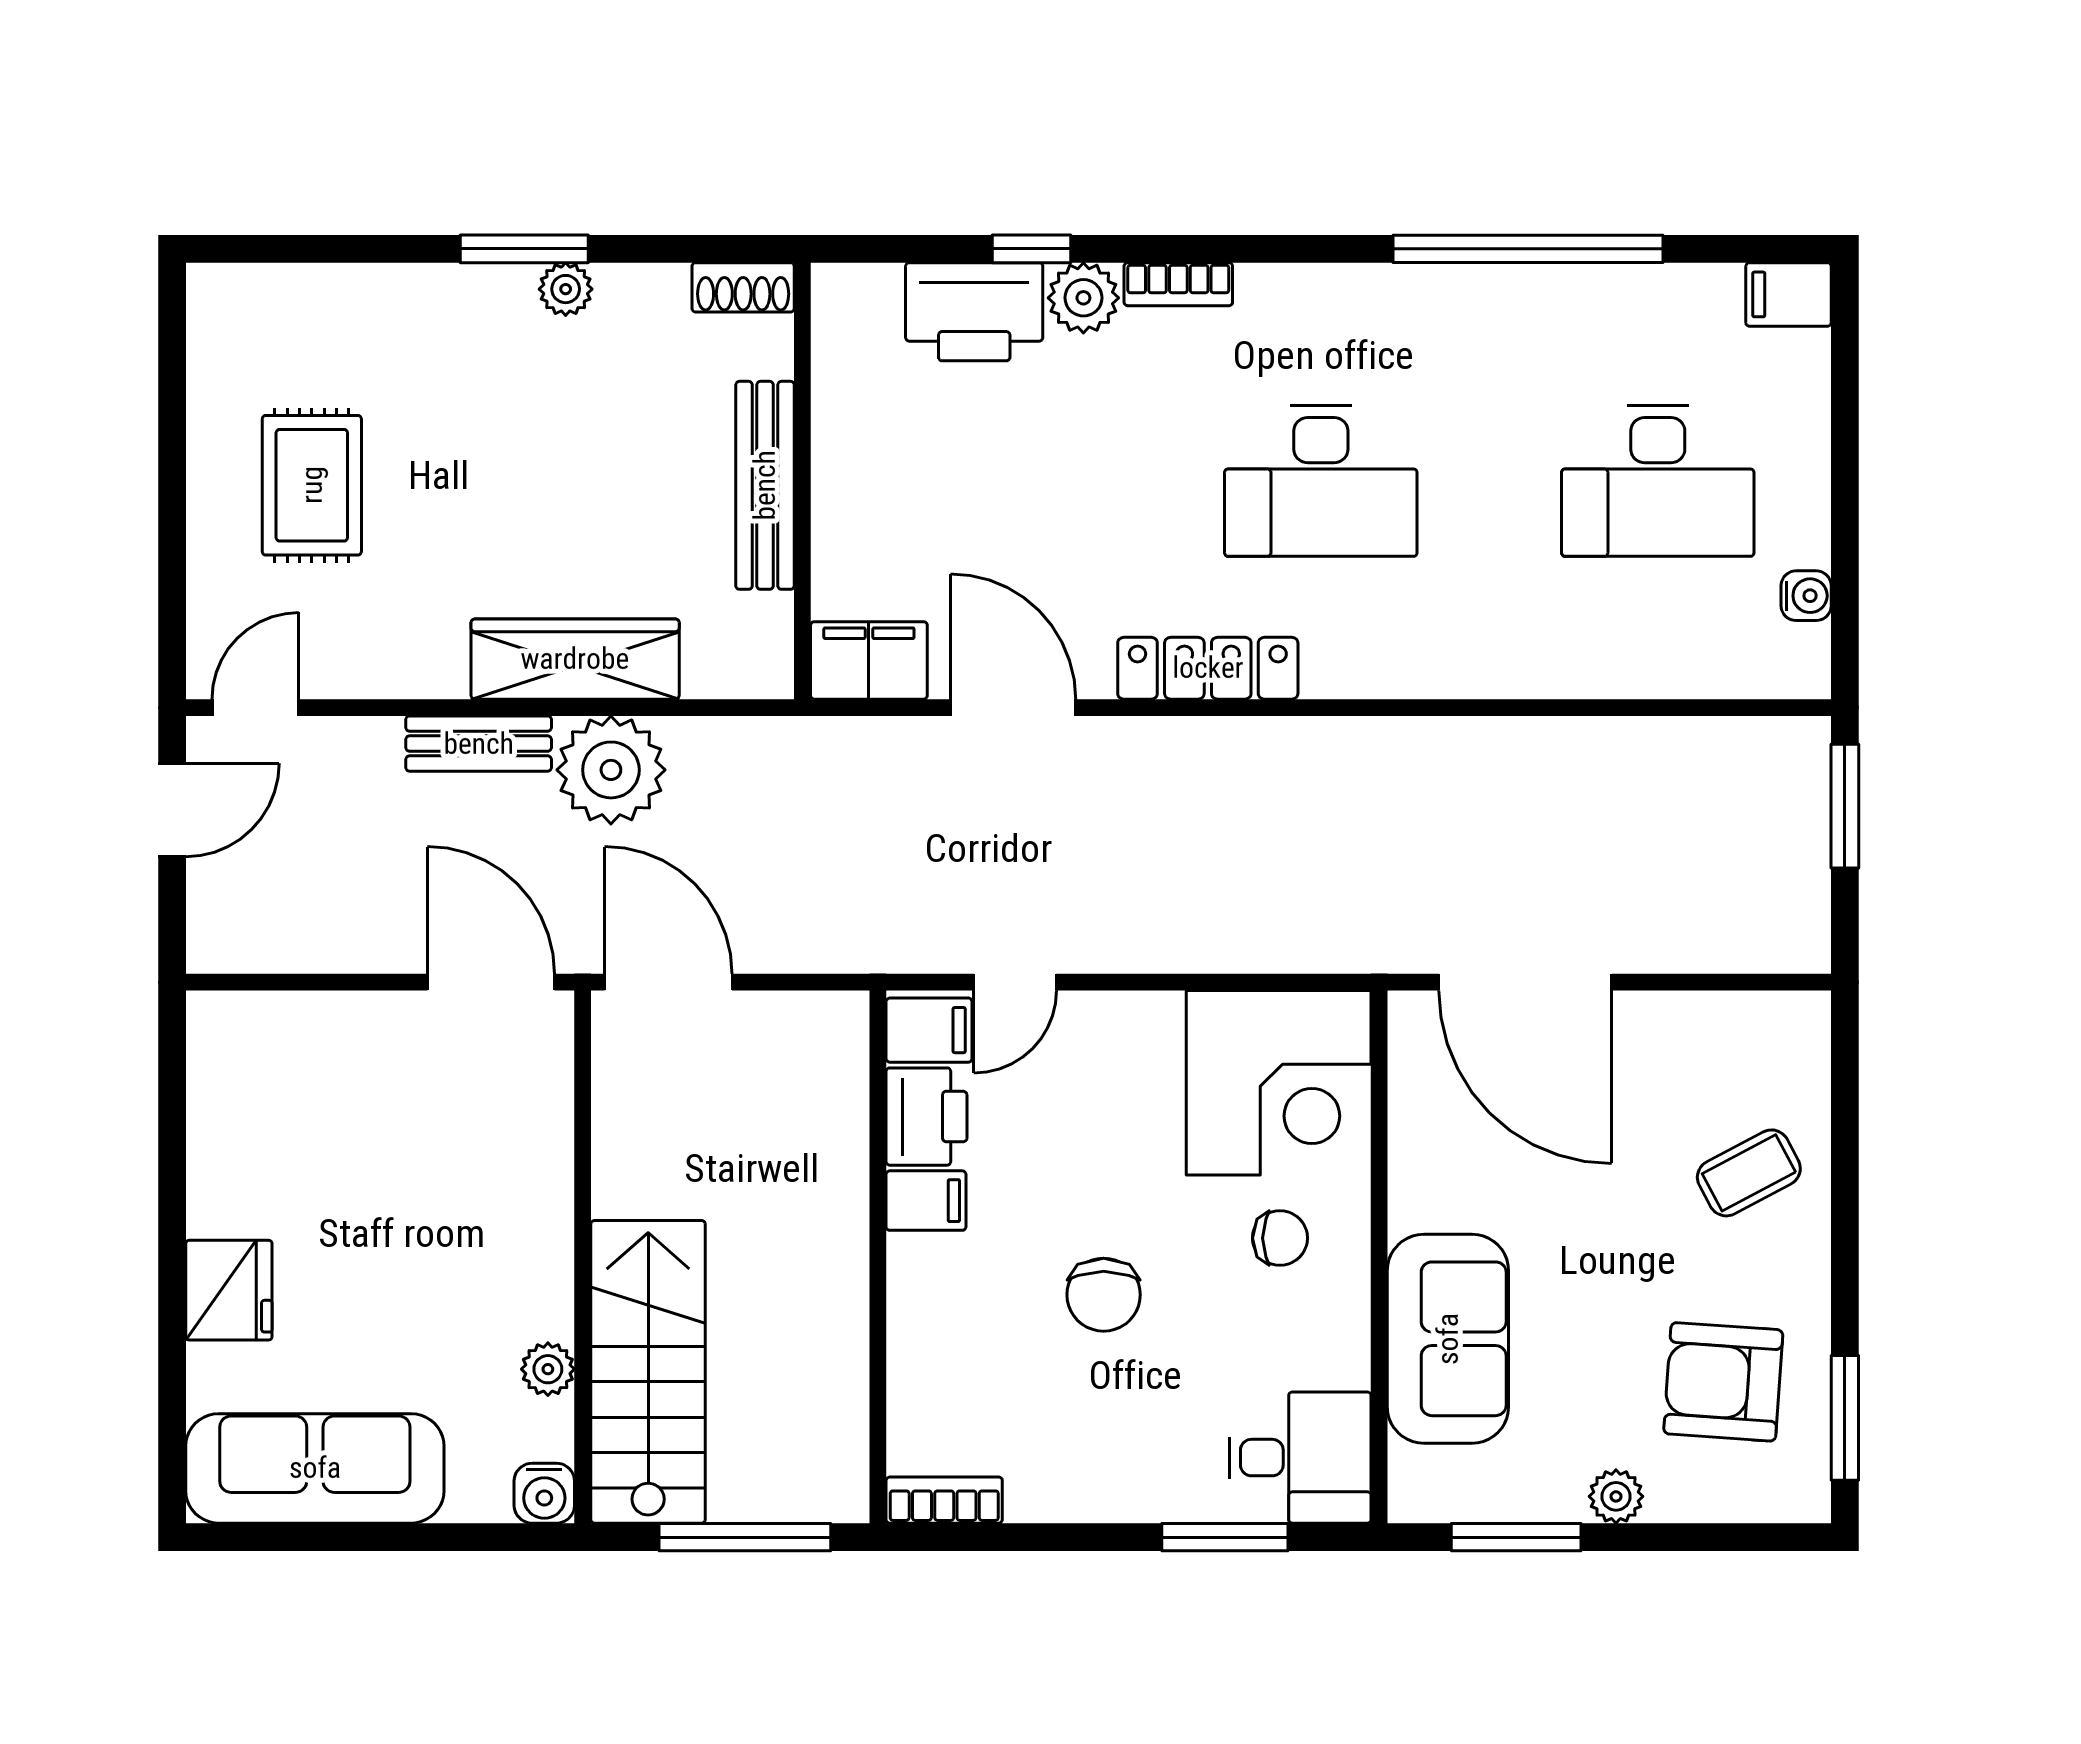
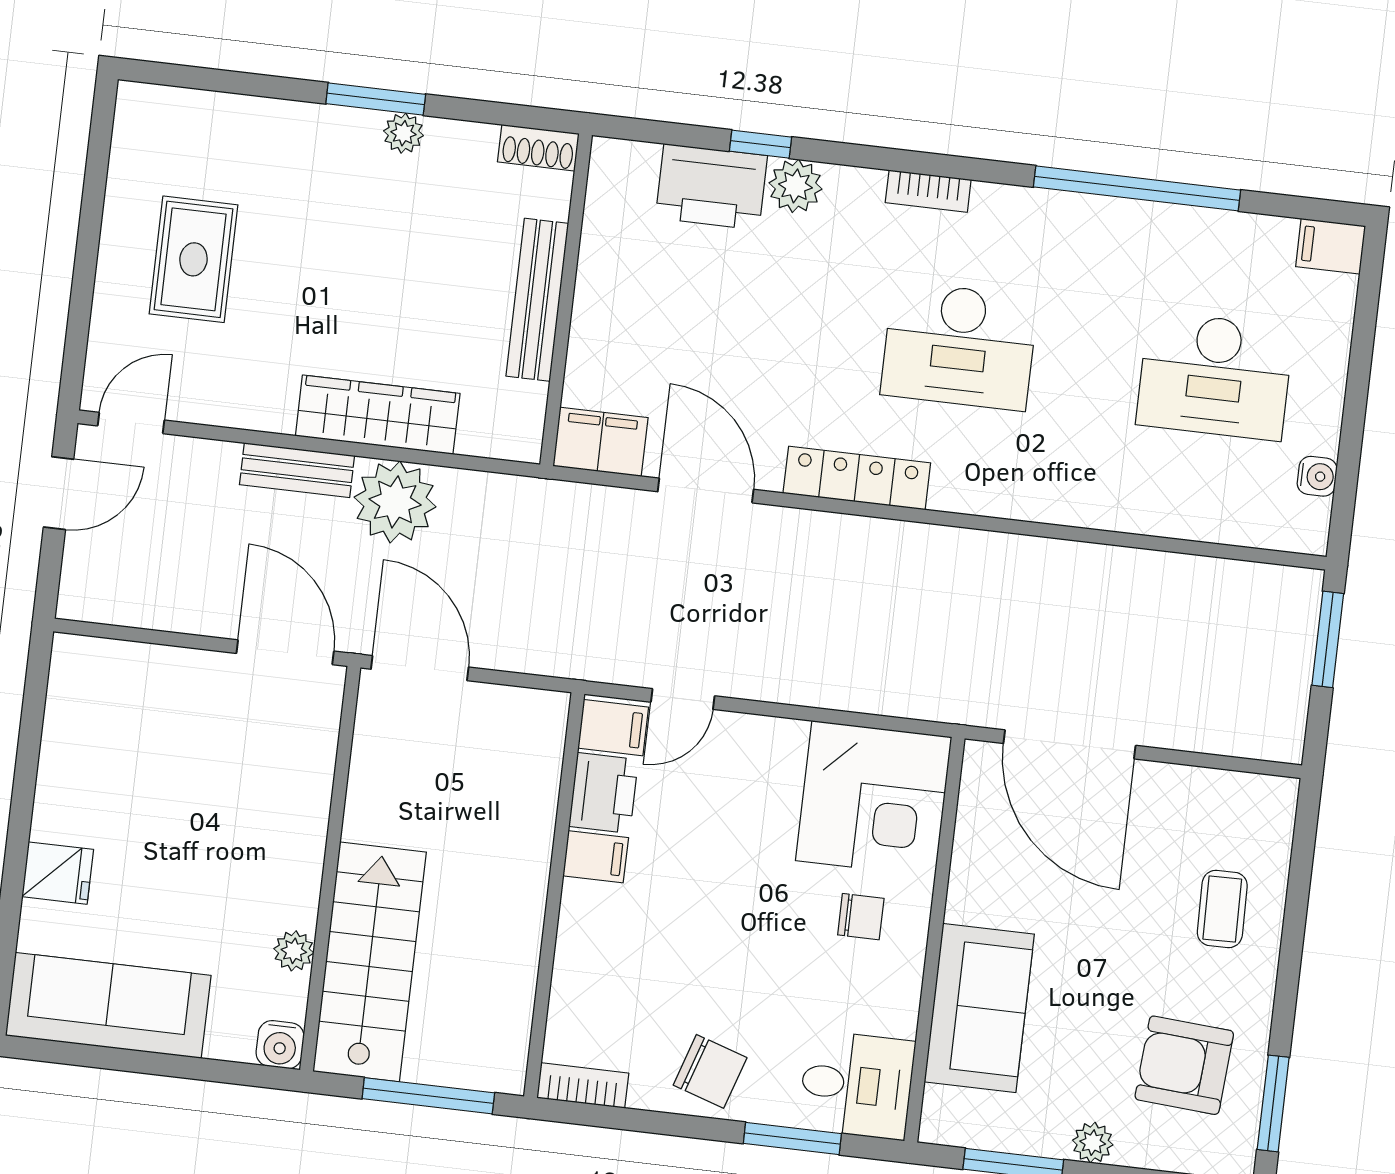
bookcase: (1178, 284) -> (928, 191), moved
coffee table: (1749, 1173) -> (1222, 909), turned -63
fridge: (229, 1290) -> (58, 873), width x0.72
chair: (1104, 1295) -> (710, 1071), moved, turned -72

